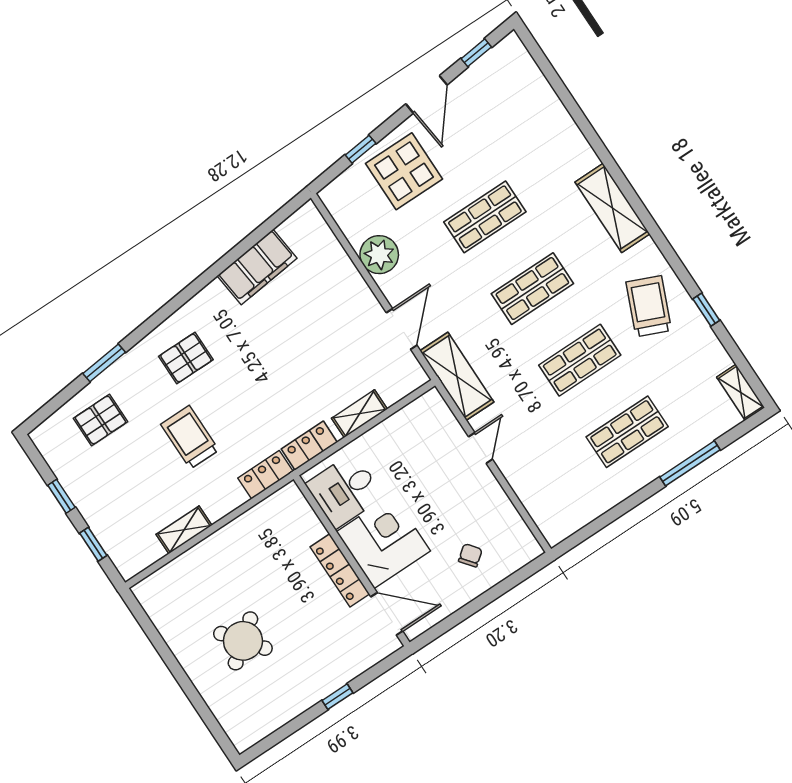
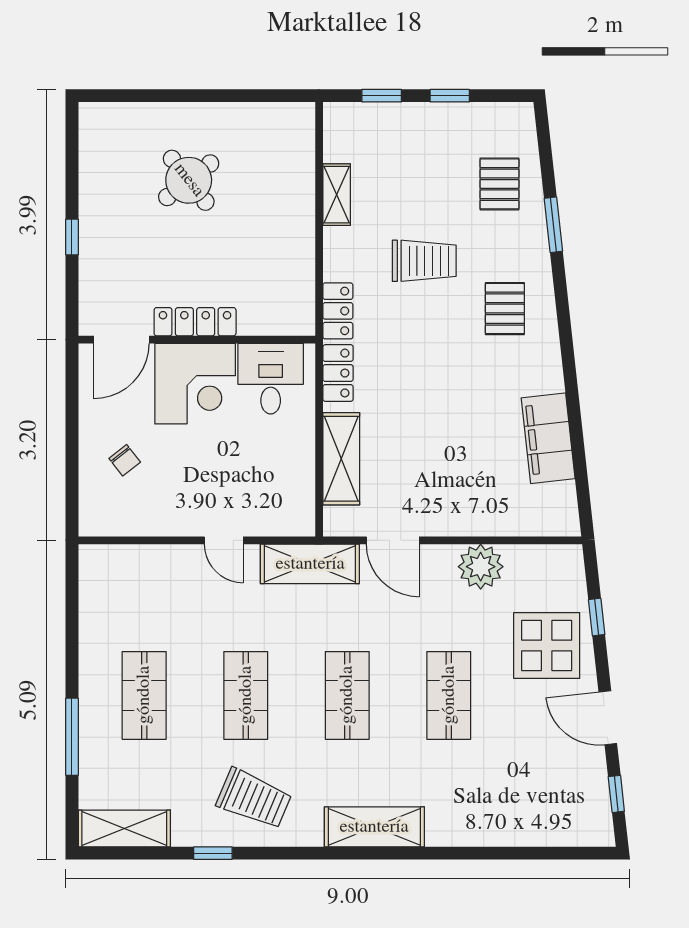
shelving: (741, 392) -> (124, 828), width x1.50, depth x1.33
shelving: (360, 414) -> (341, 459), width x1.50, depth x1.33

